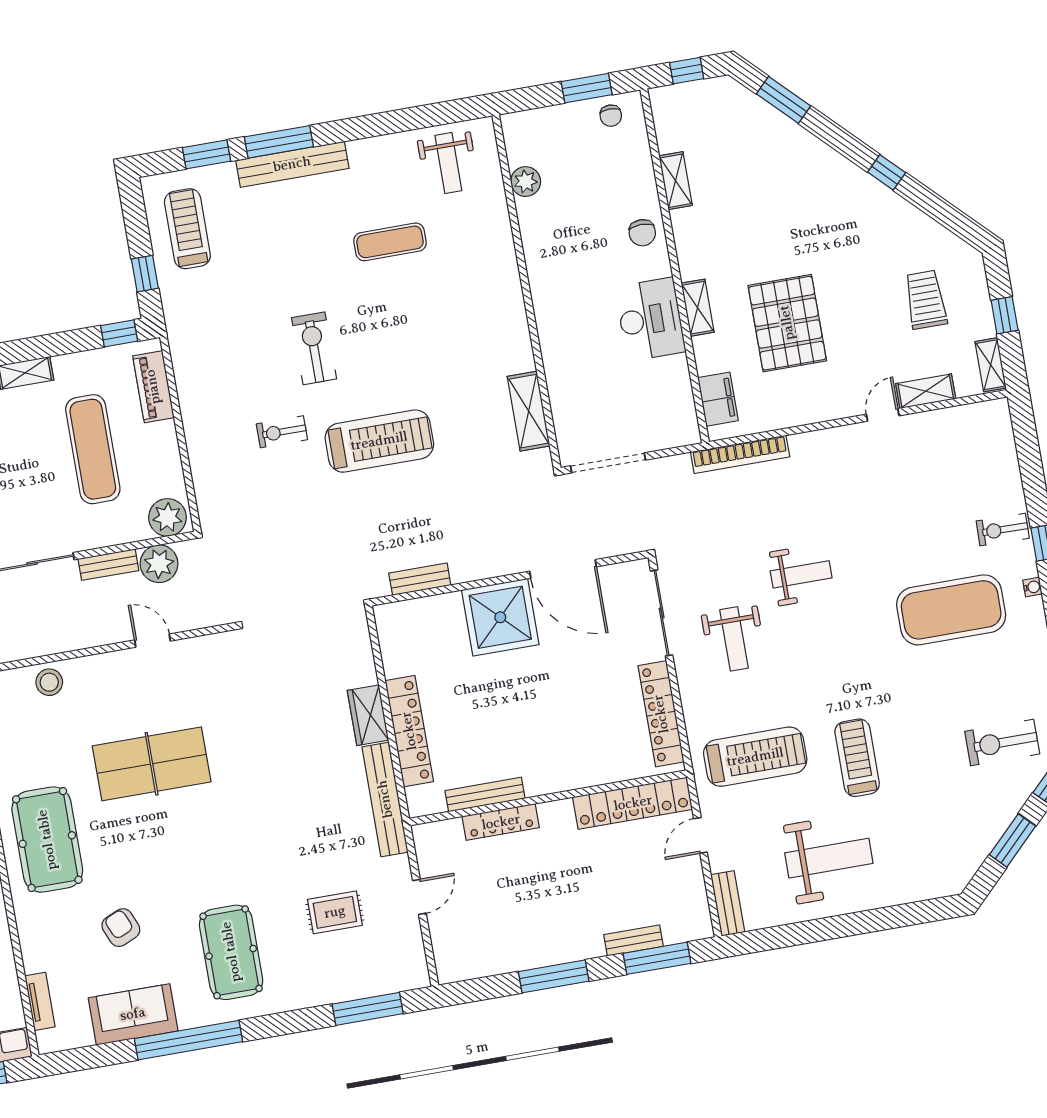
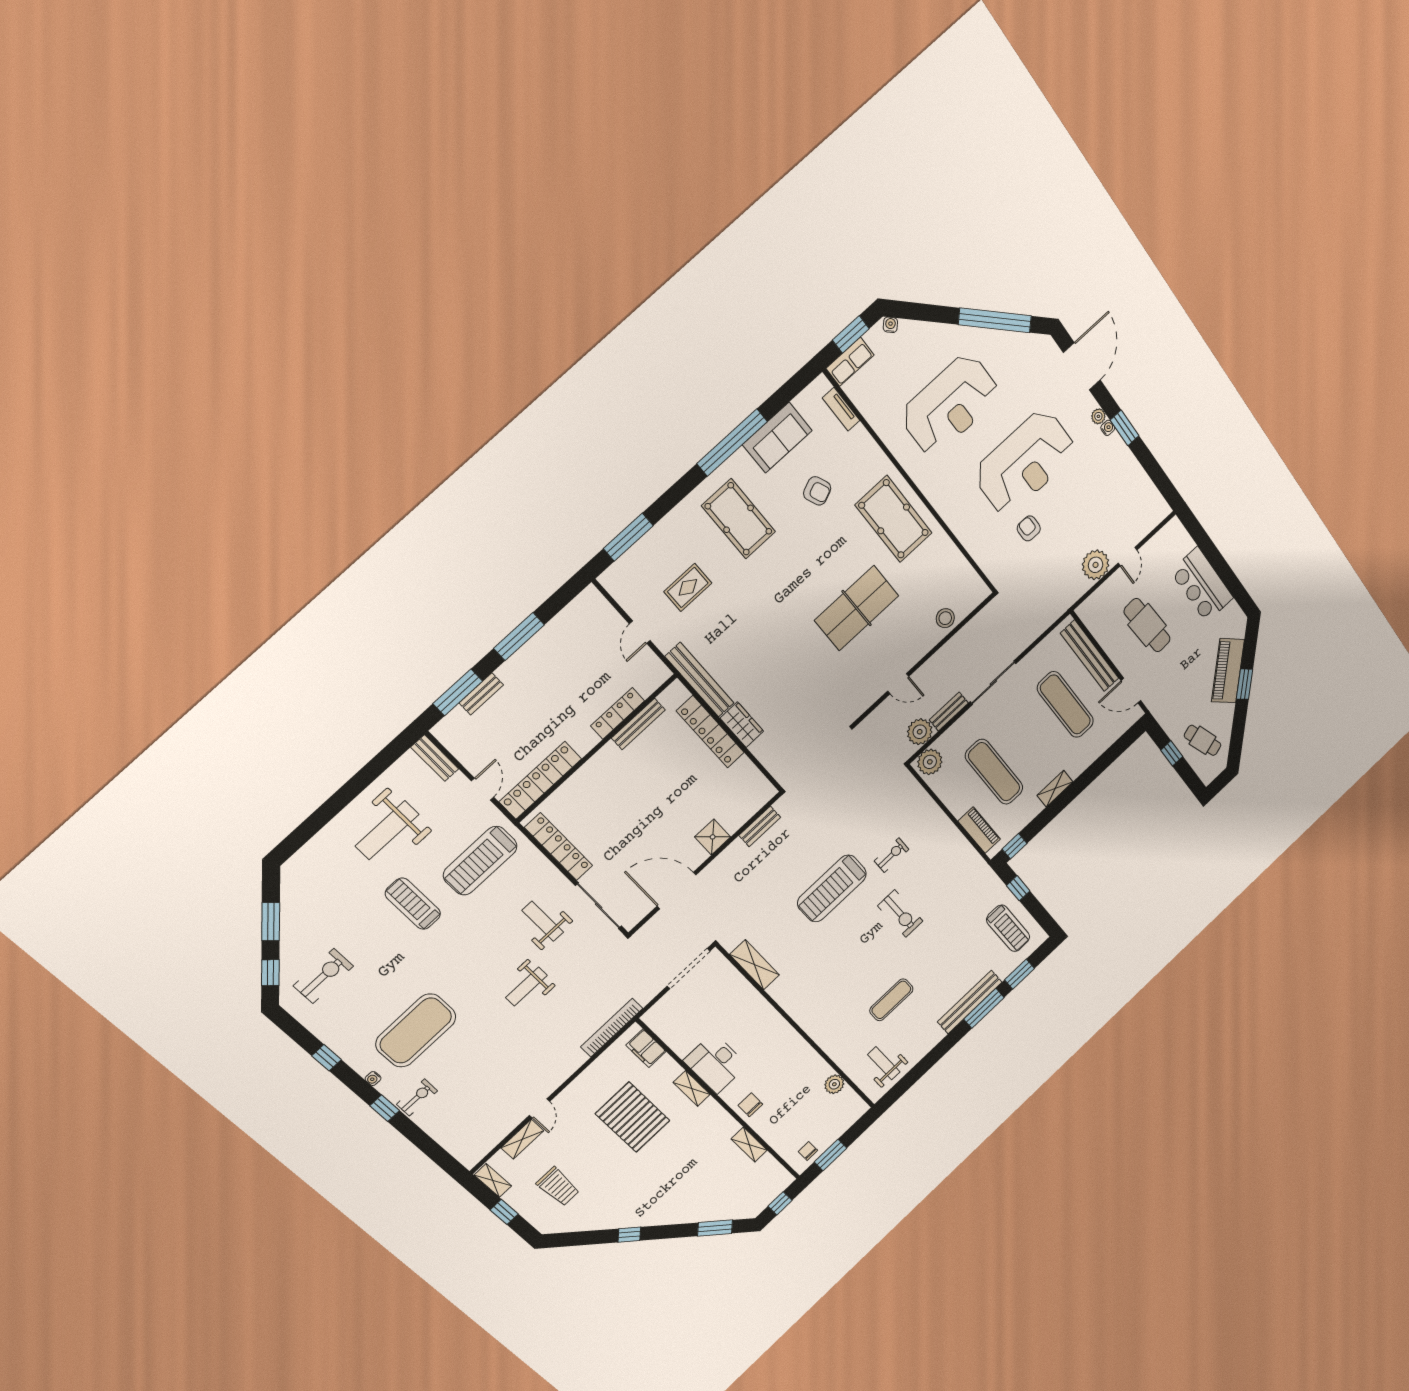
shower: (500, 617) -> (713, 837), width x0.54, depth x0.54
treadmill: (857, 758) -> (413, 904), turned 180

